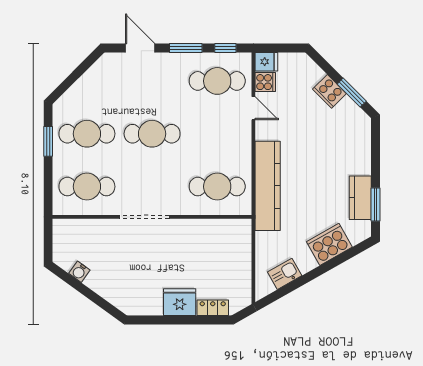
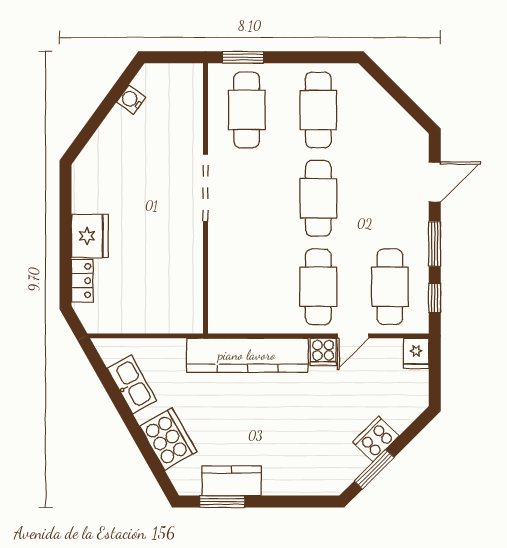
cooker: (265, 82) -> (323, 352), moved
window: (48, 141) -> (243, 57), moved
cafe table: (217, 187) -> (318, 287), moved
kitchen sink: (285, 274) -> (132, 384), width x1.38

